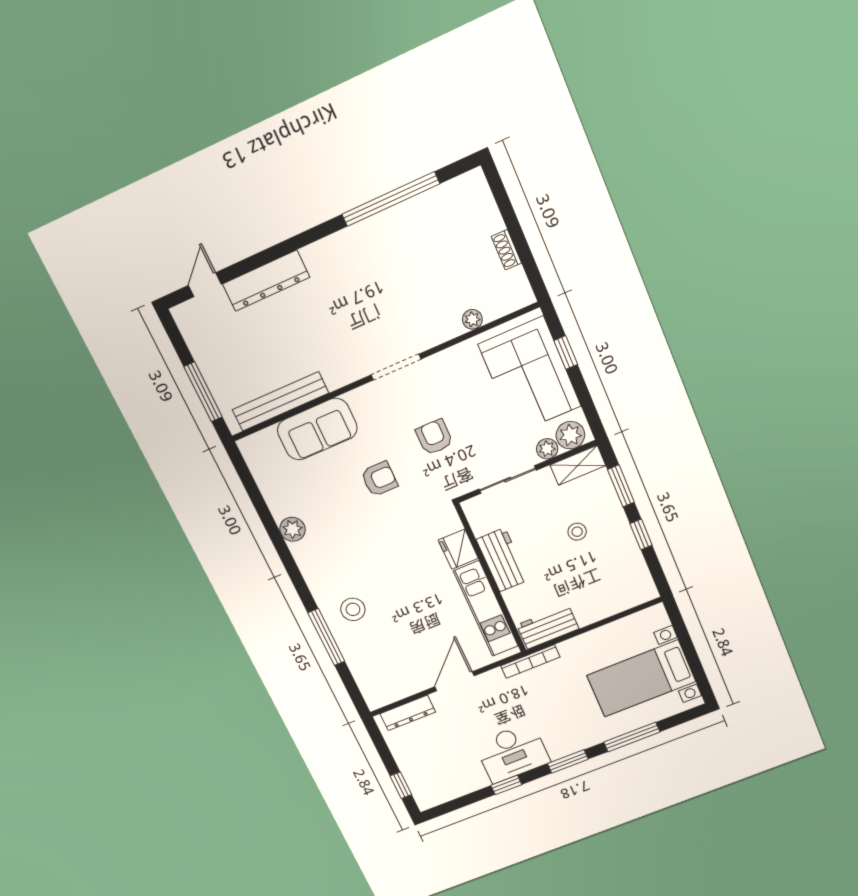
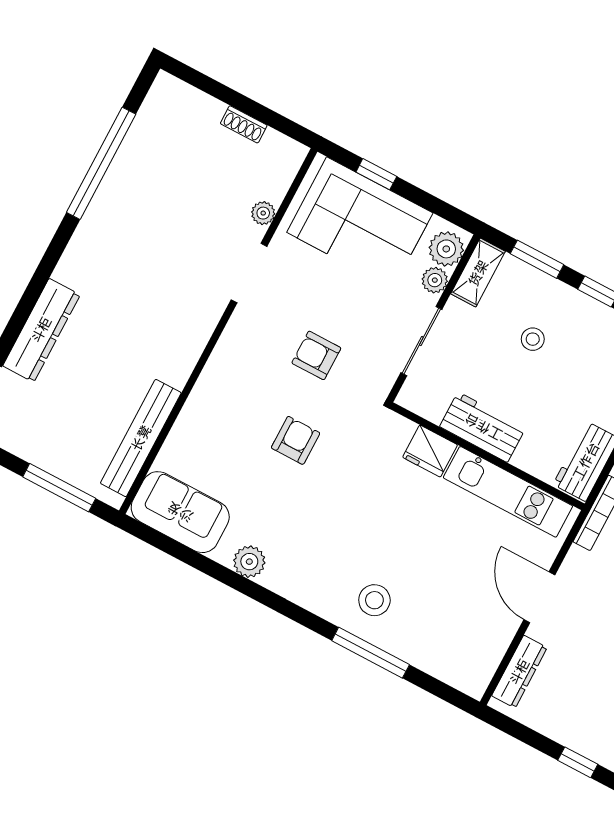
doorway: (396, 367) -> (249, 273), moved
sofa: (317, 429) -> (180, 512), moved, turned -90

